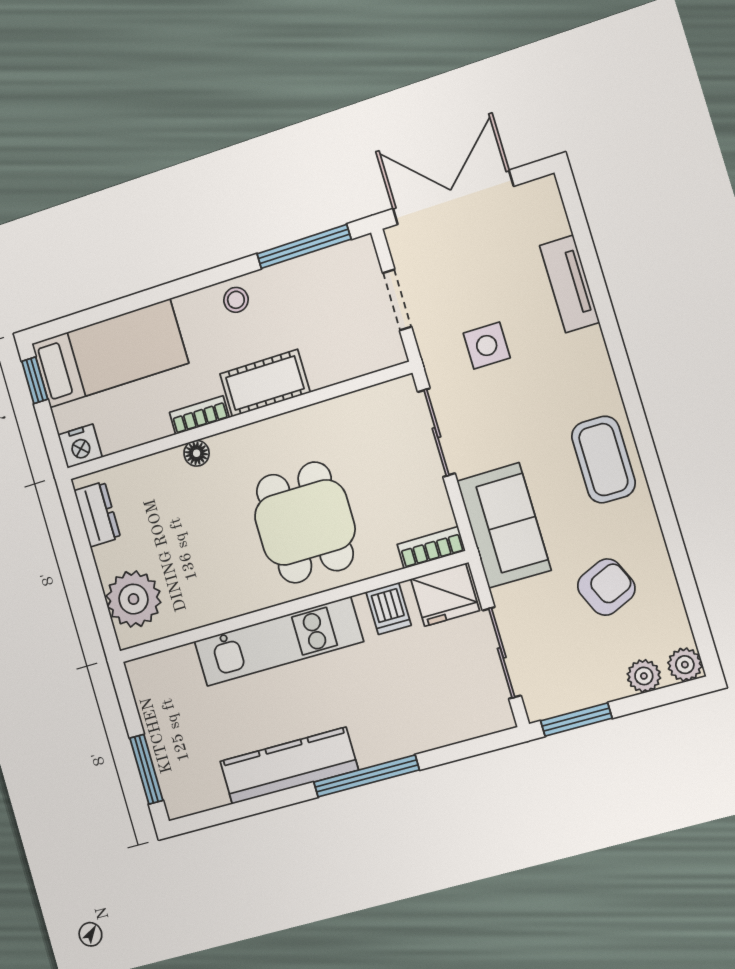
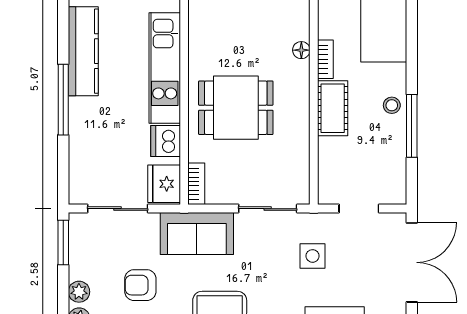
window: (304, 246) -> (412, 126), moved
armchair: (606, 587) -> (140, 285), turned 114
dishwasher: (389, 609) -> (166, 141), width x1.38

